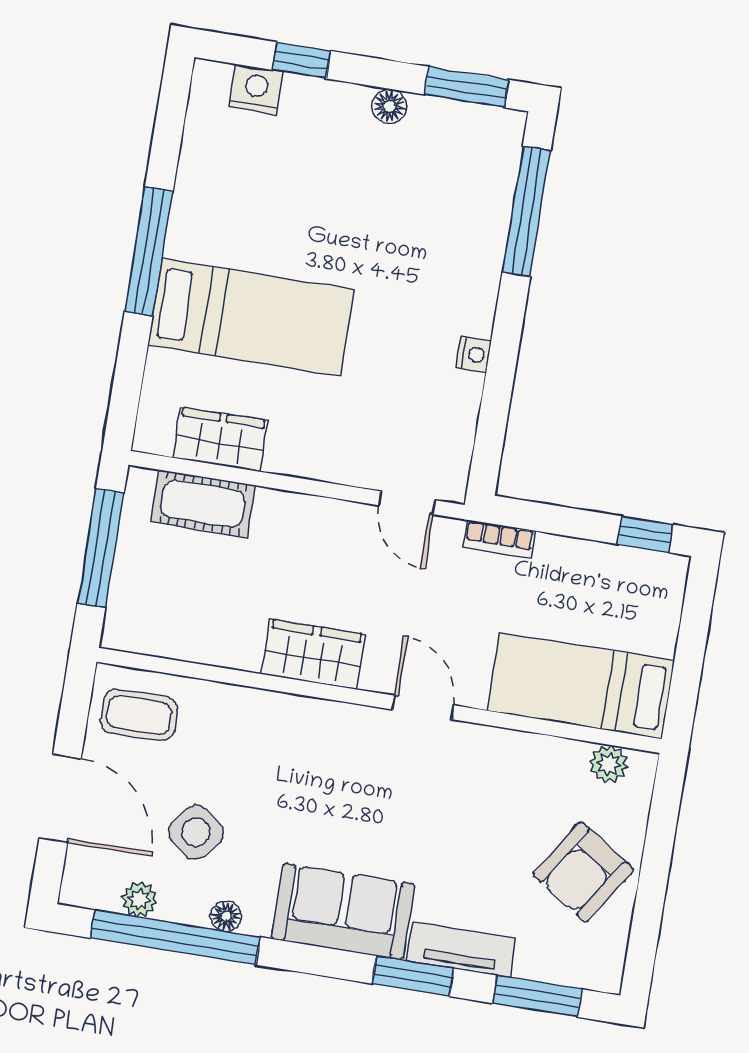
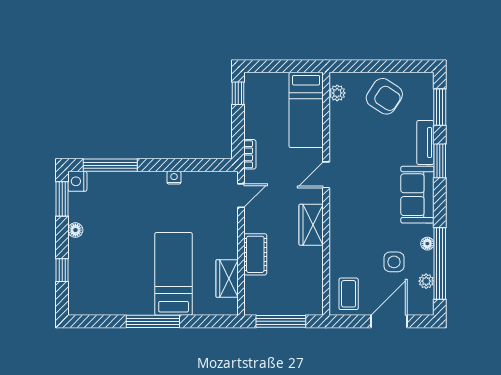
nightstand: (256, 89) -> (77, 181), moved
cot: (203, 504) -> (255, 254), moved
side table: (196, 832) -> (394, 262), turned -38

